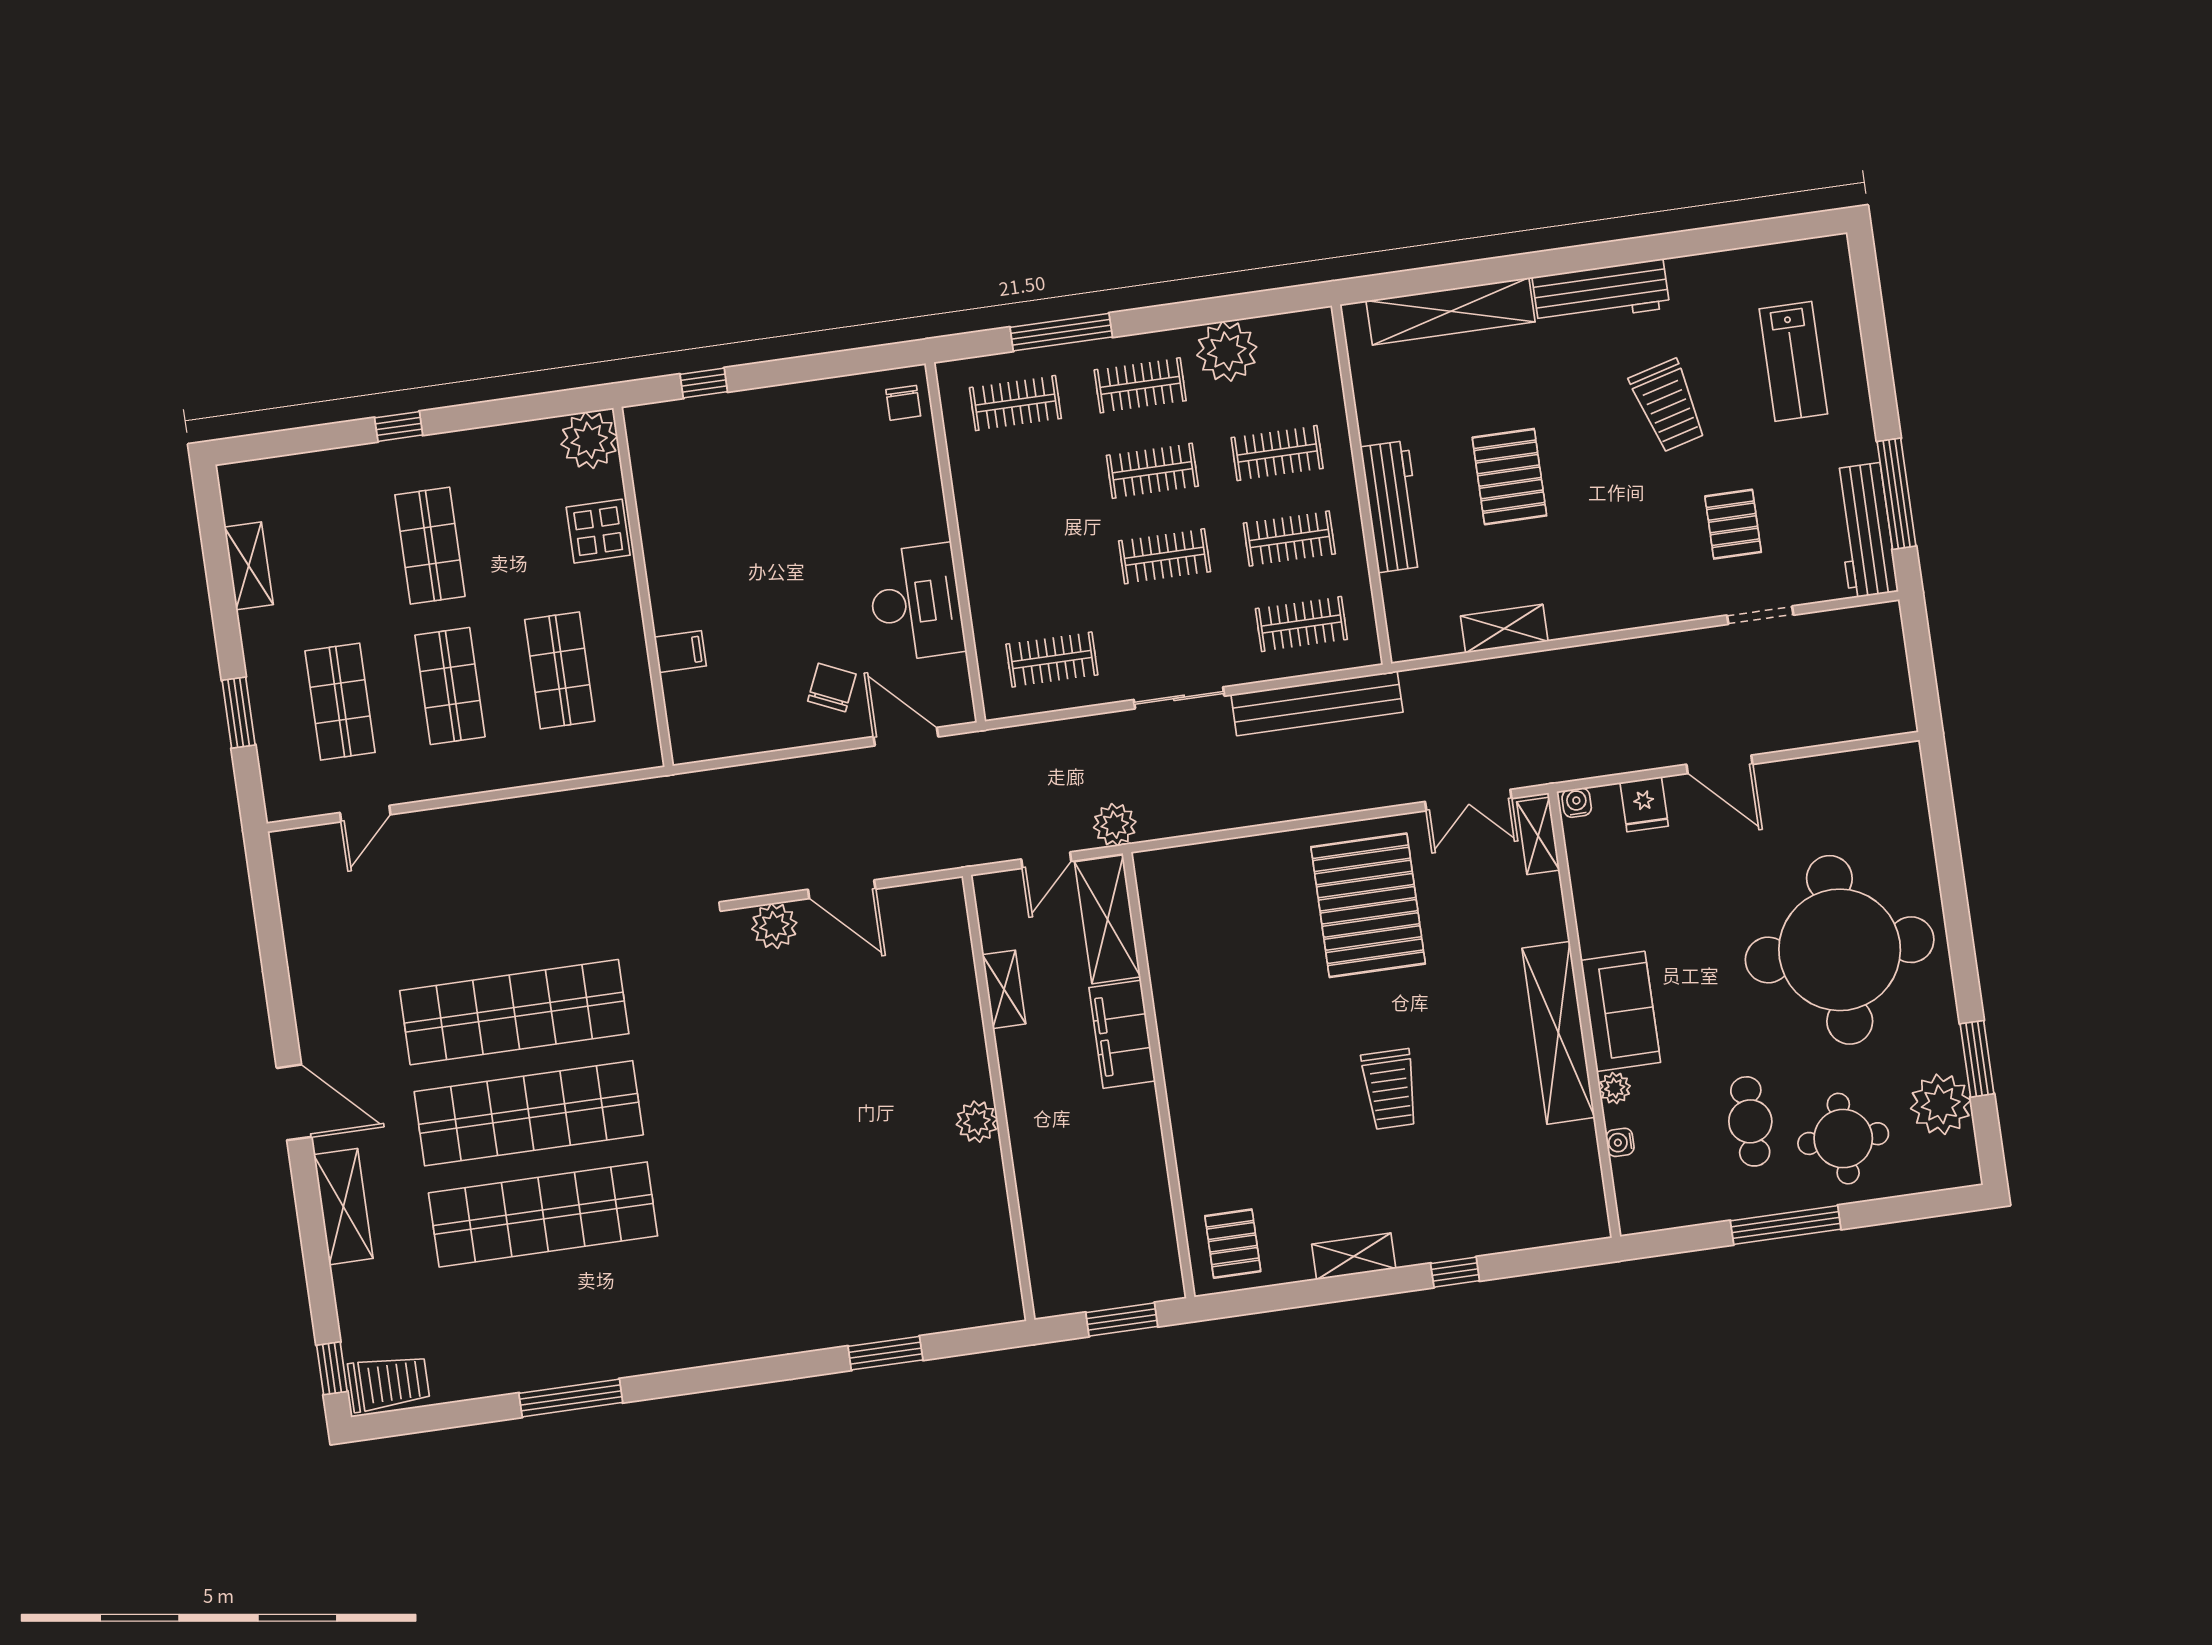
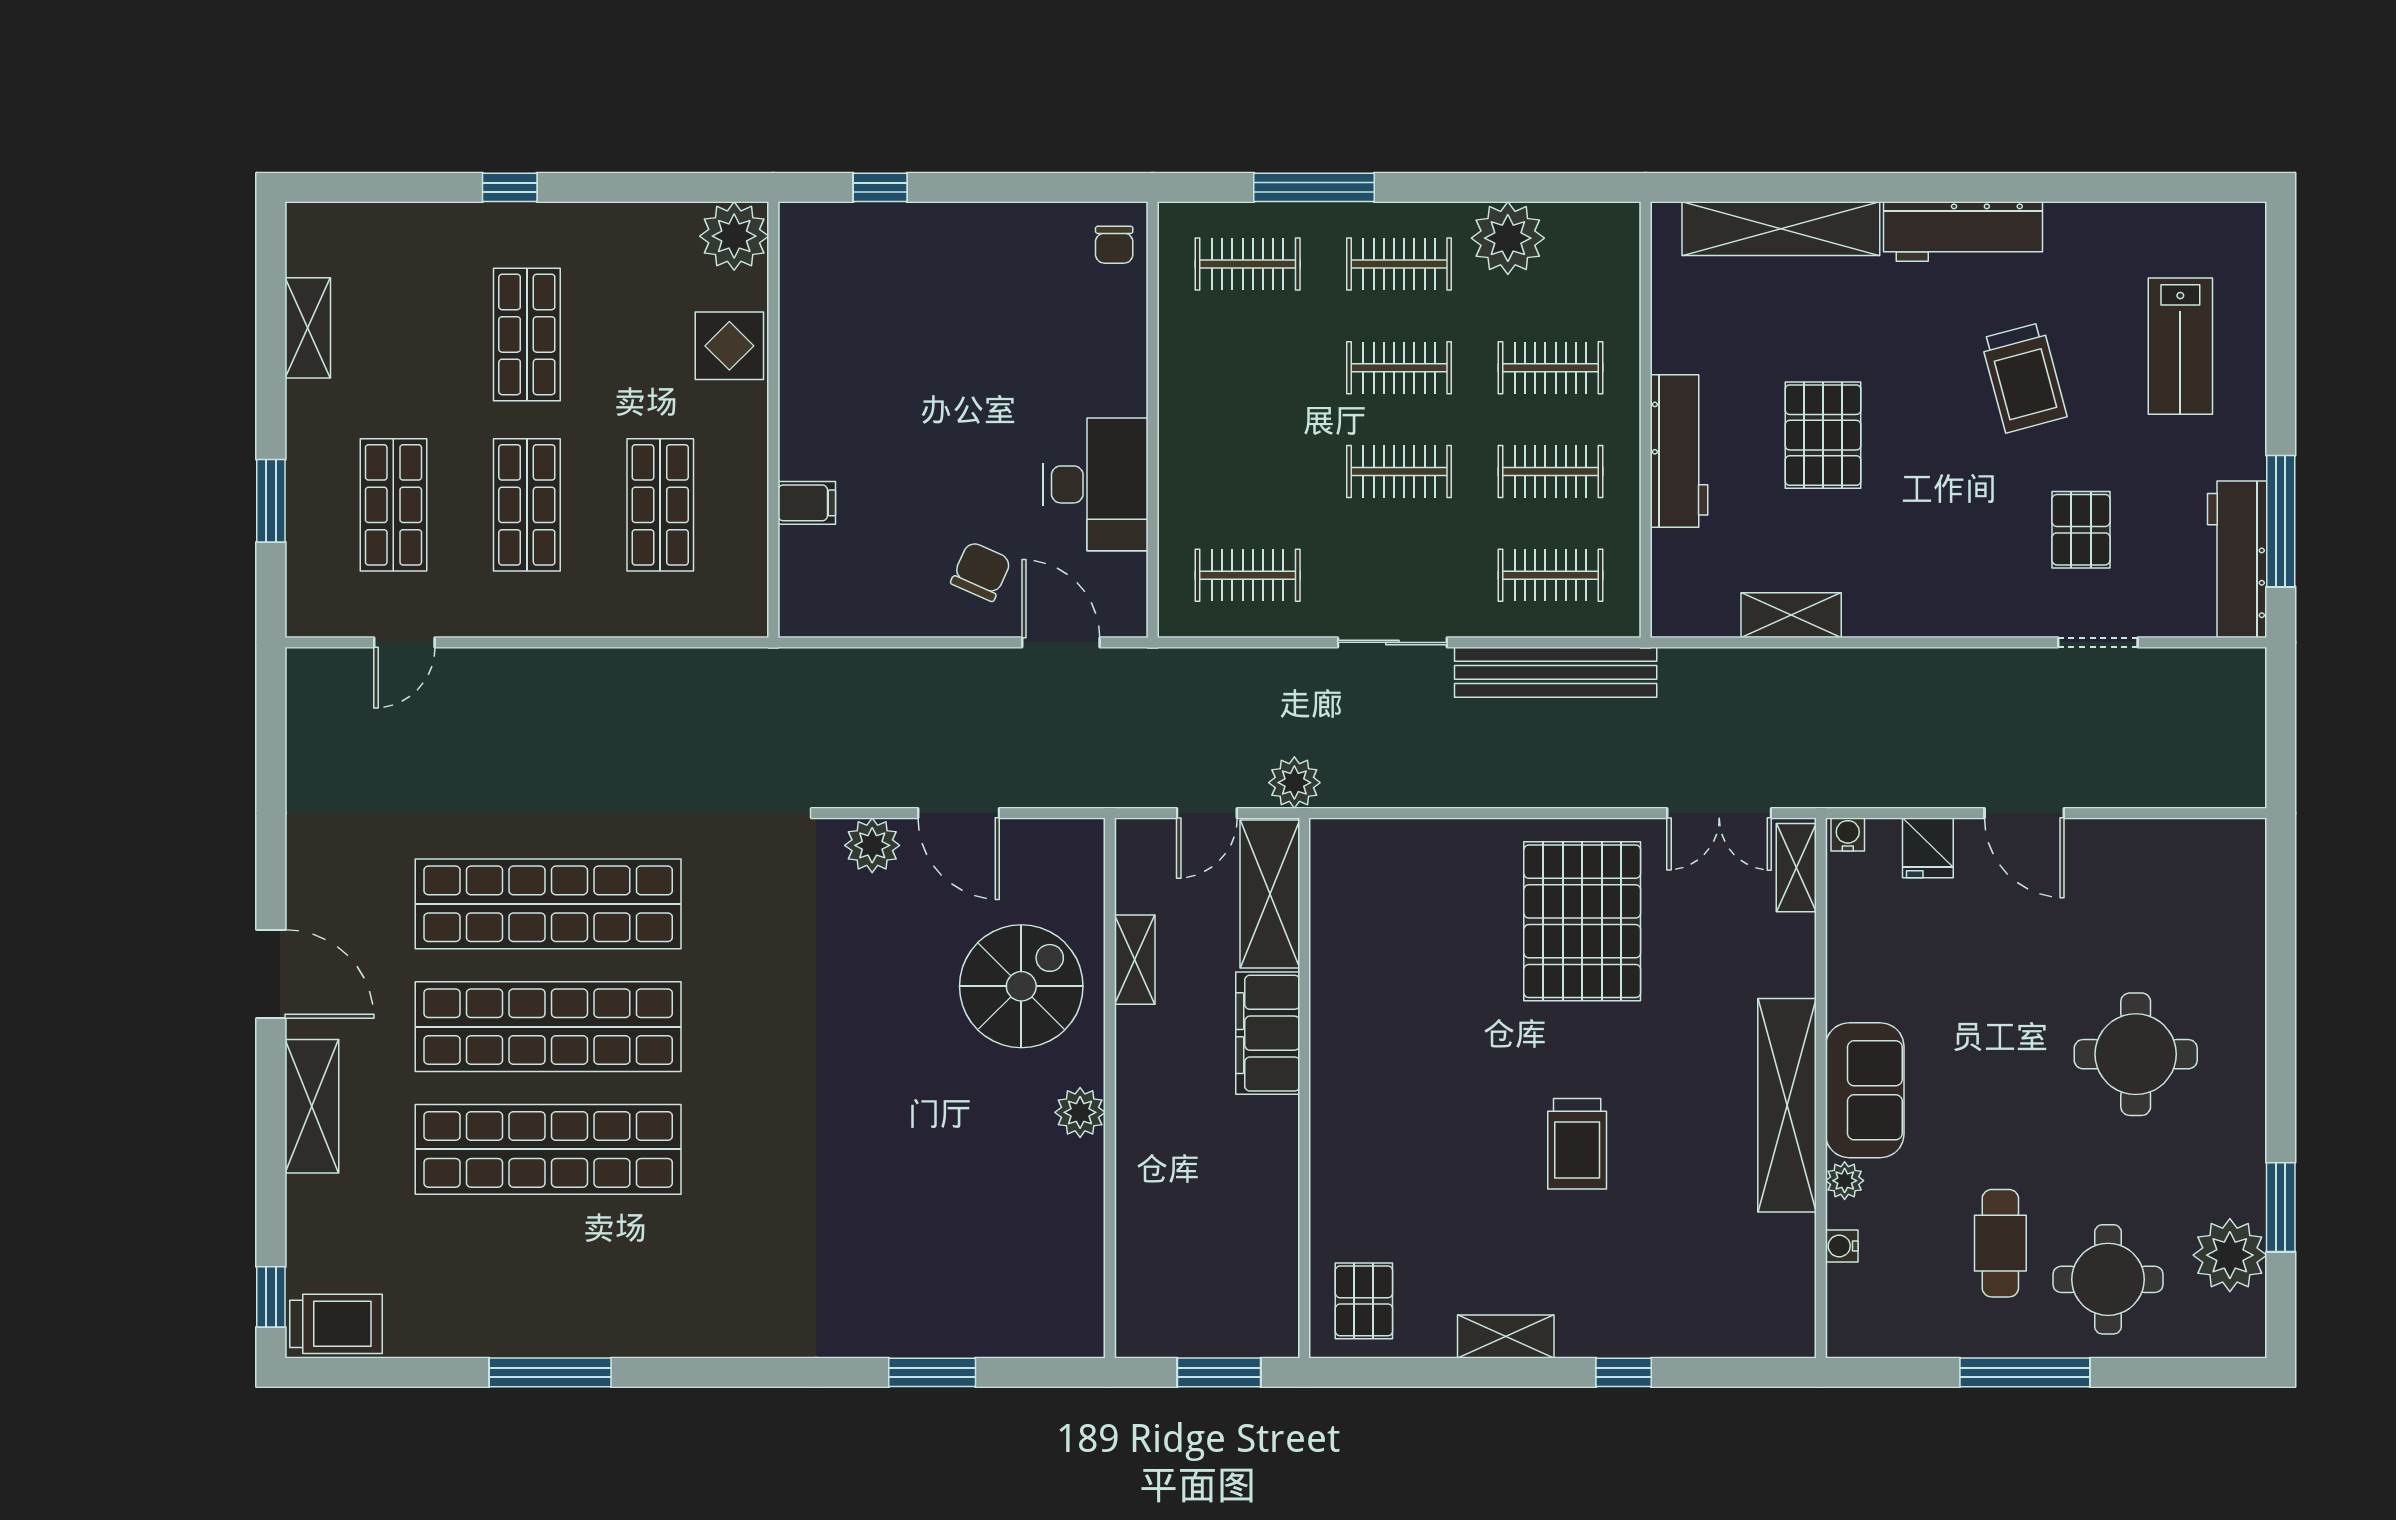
round table: (1840, 950) -> (2136, 1054), width x0.54, depth x0.54
spiral stairs: (914, 1025) -> (1021, 986), added

